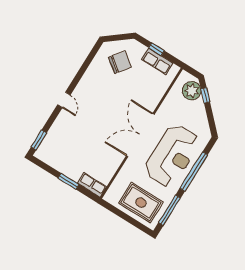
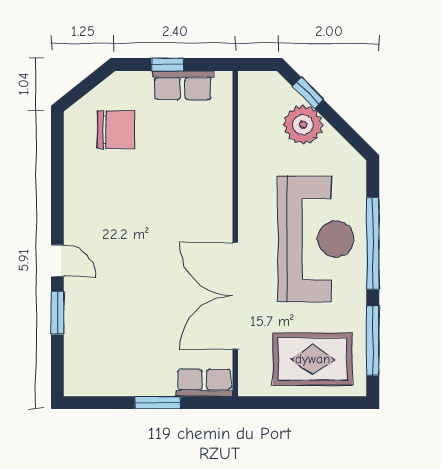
chair: (120, 62) -> (116, 130), turned 53
plant: (192, 91) -> (303, 125), moved
double door: (140, 135) -> (235, 296), moved
window: (39, 140) -> (57, 313), moved

